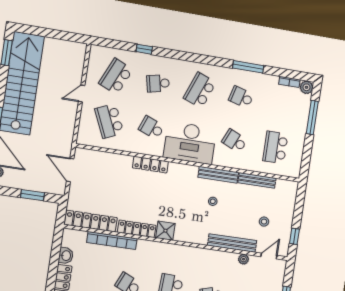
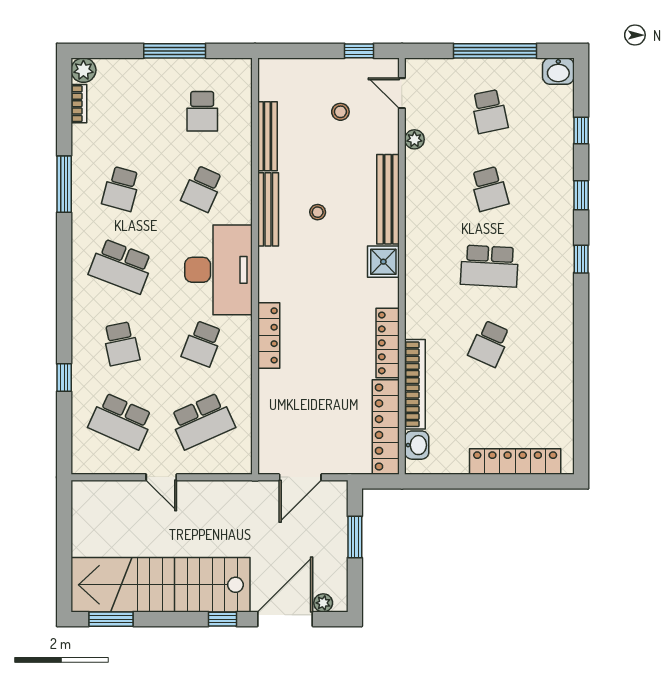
window: (312, 118) -> (175, 51), moved
school desk: (275, 147) -> (202, 111), width x0.54
shower: (165, 231) -> (383, 262), moved
bench: (232, 243) -> (388, 199), moved
washbasin: (66, 256) -> (417, 445), moved, turned 90

